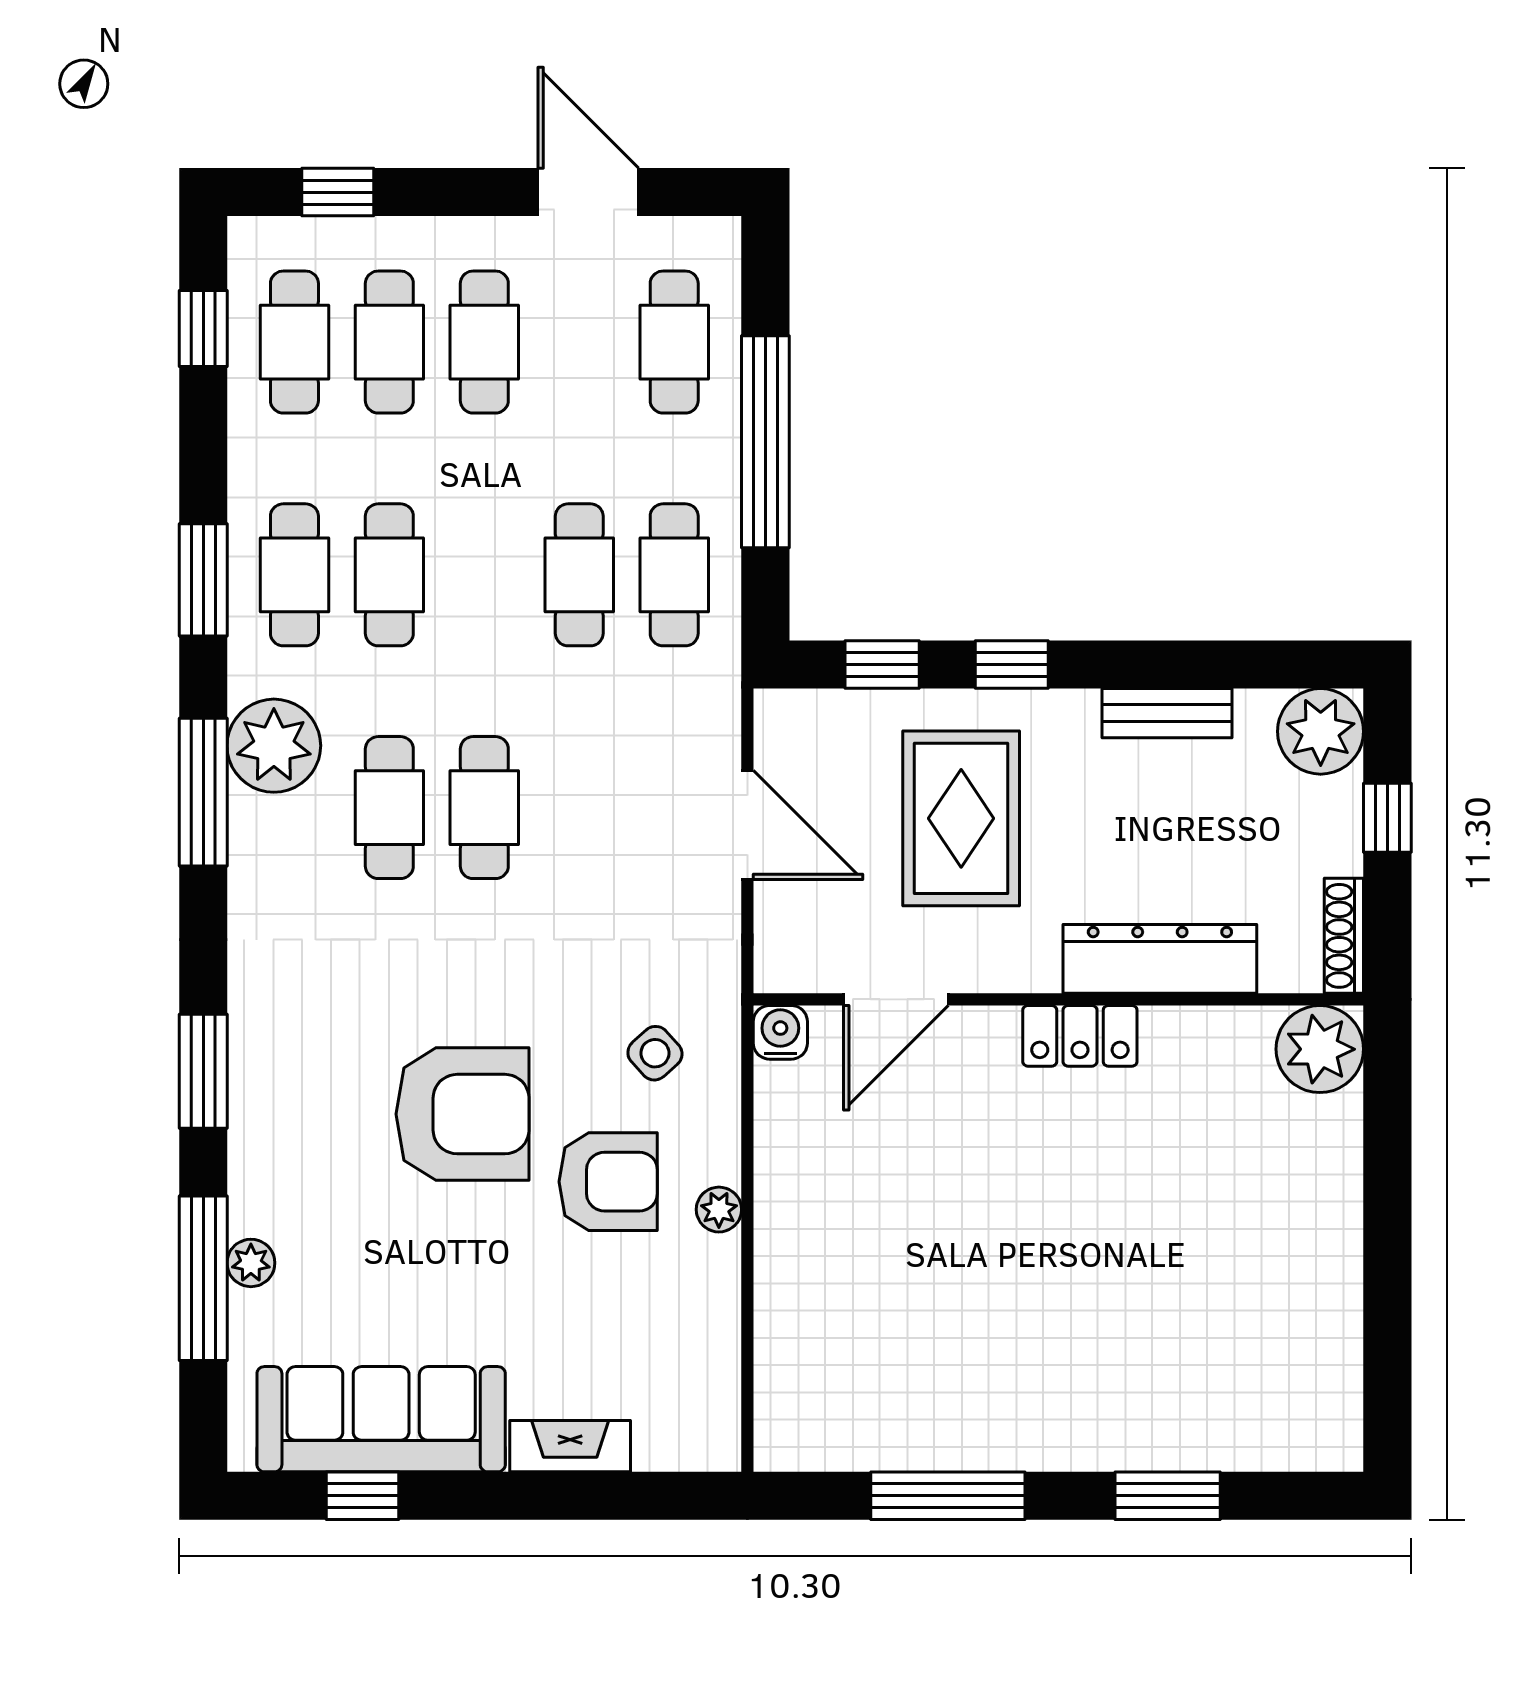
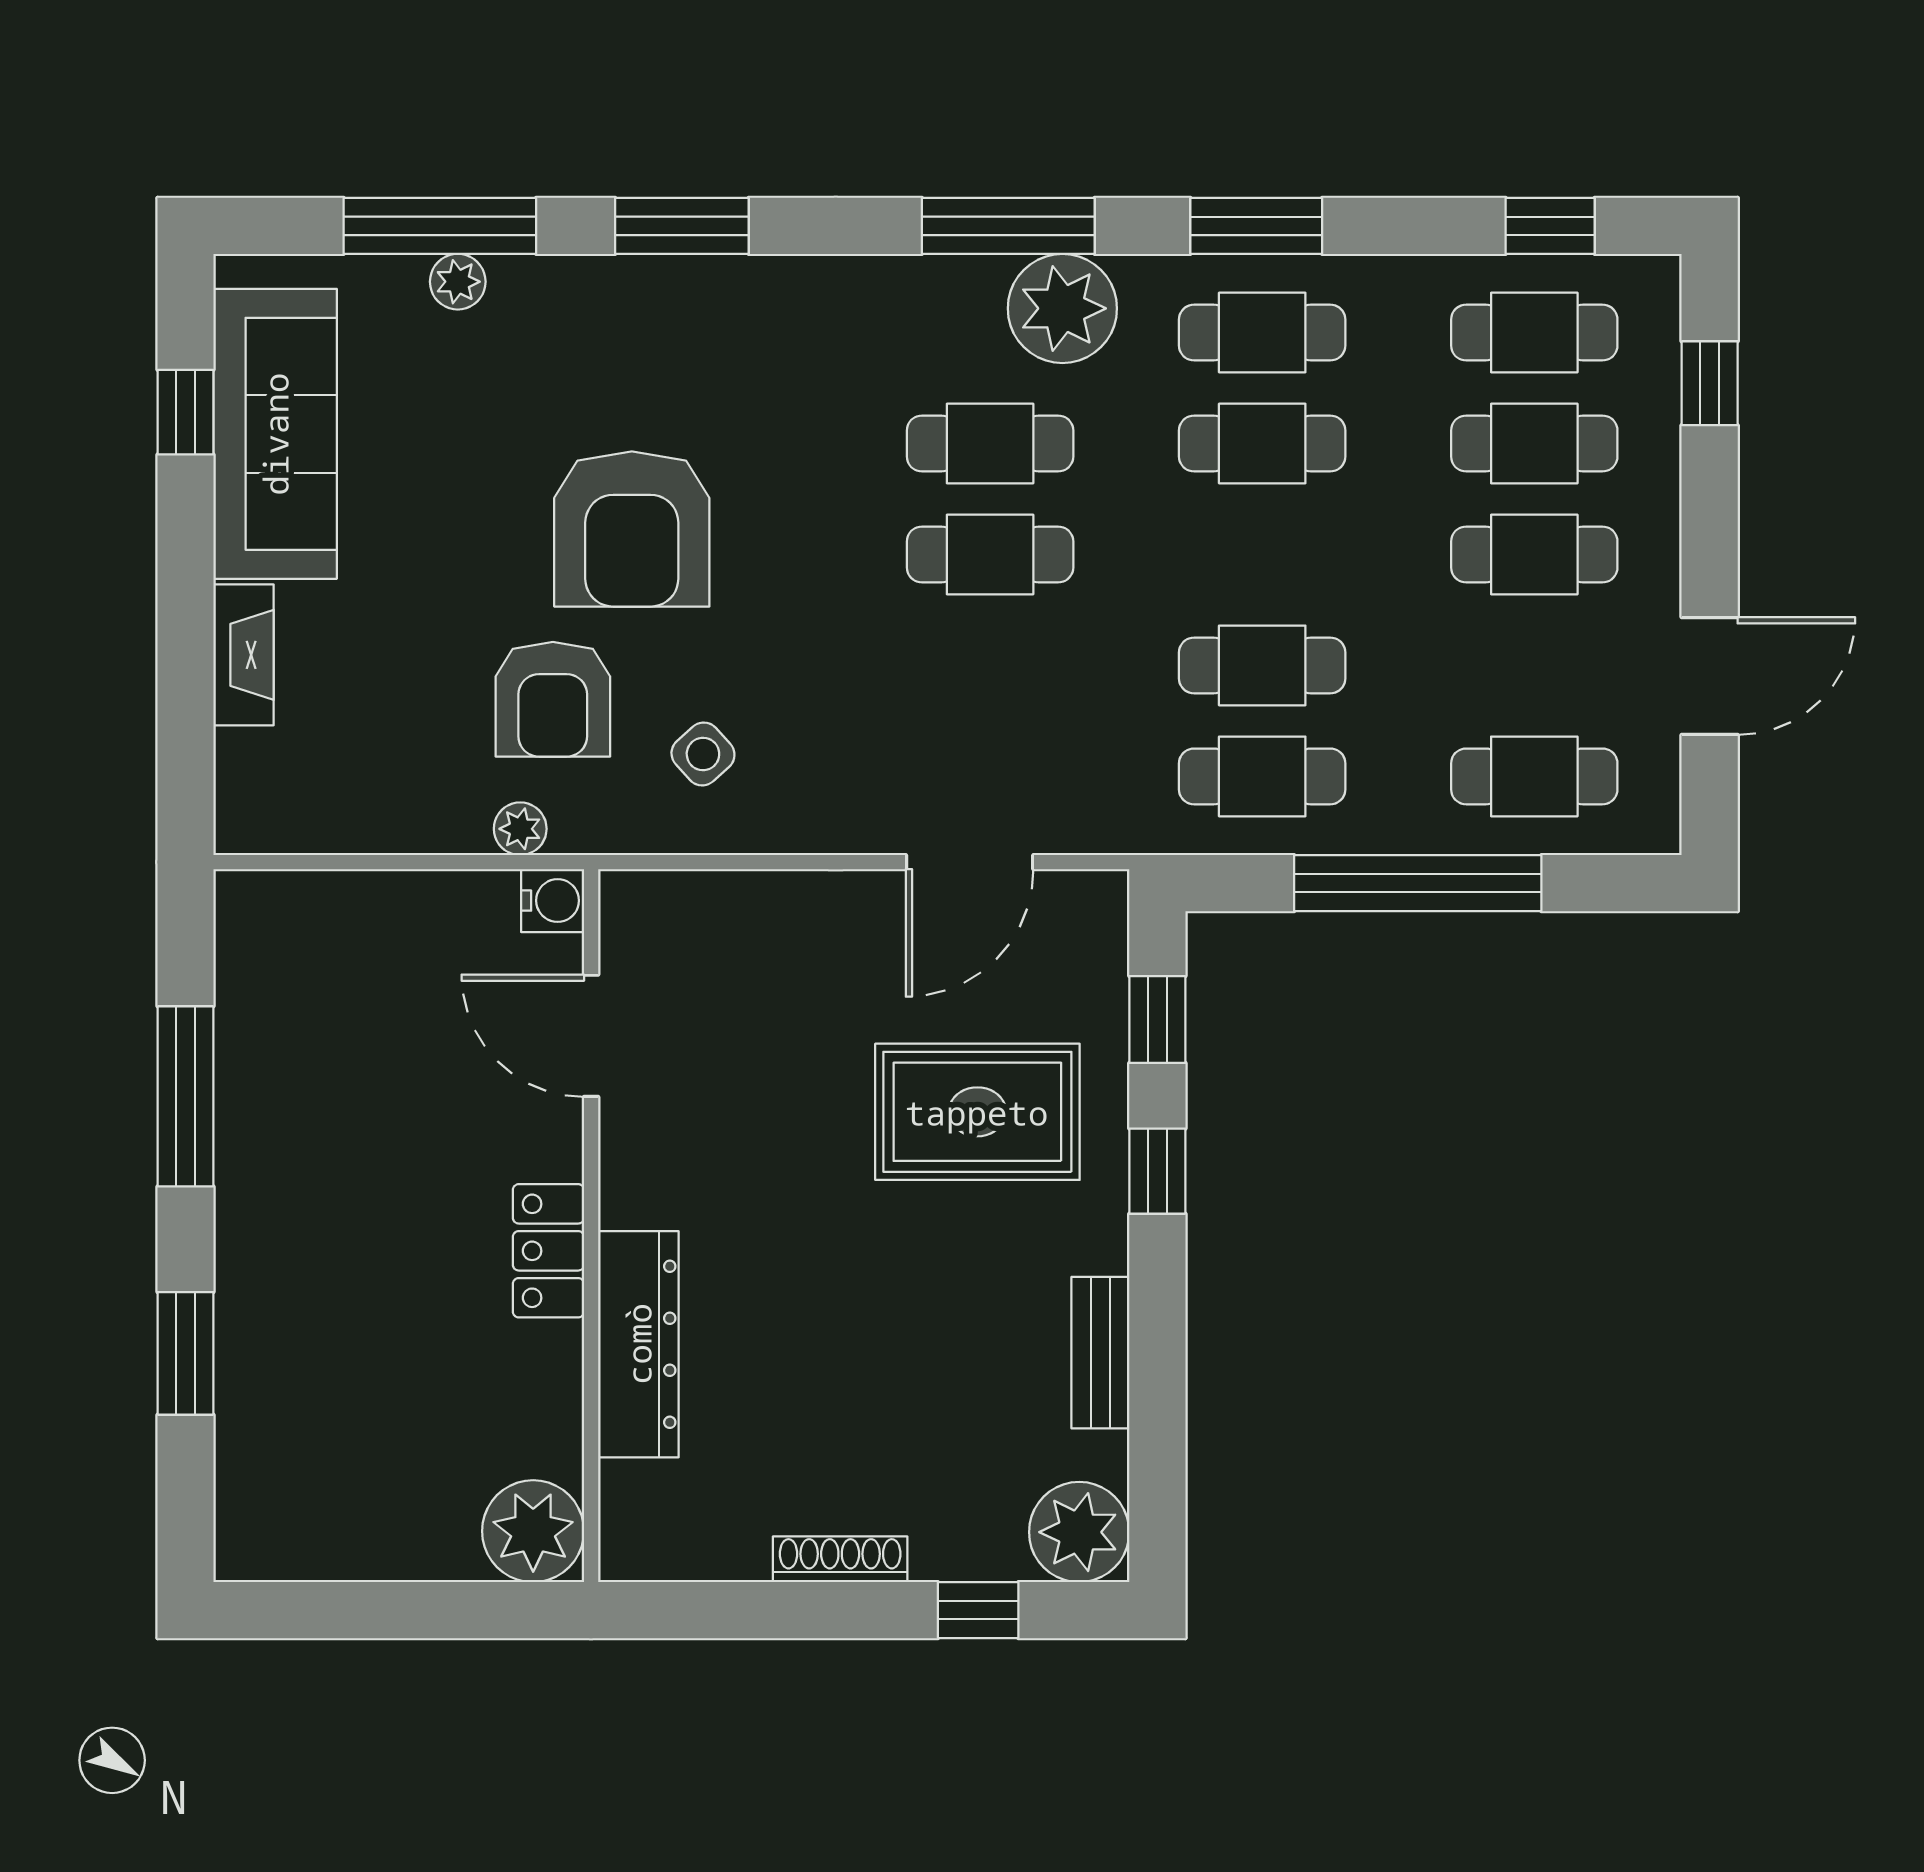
dresser: (1160, 959) -> (638, 1344), moved
door: (896, 999) -> (591, 1036), moved
wall: (1058, 999) -> (591, 1226), moved
water cooler: (780, 1032) -> (553, 901), moved
locker: (1080, 1036) -> (548, 1251), moved
plant: (1320, 1049) -> (533, 1531), moved

